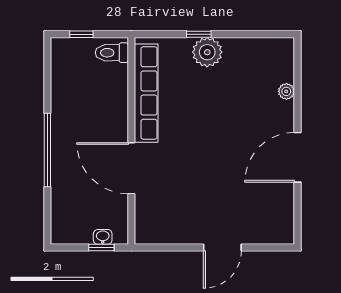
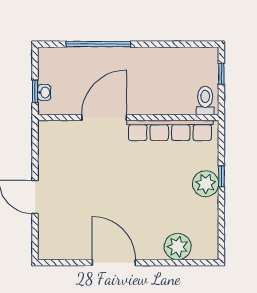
plant: (286, 91) -> (178, 247), width x1.88, depth x1.88
window: (47, 150) -> (98, 44), moved

